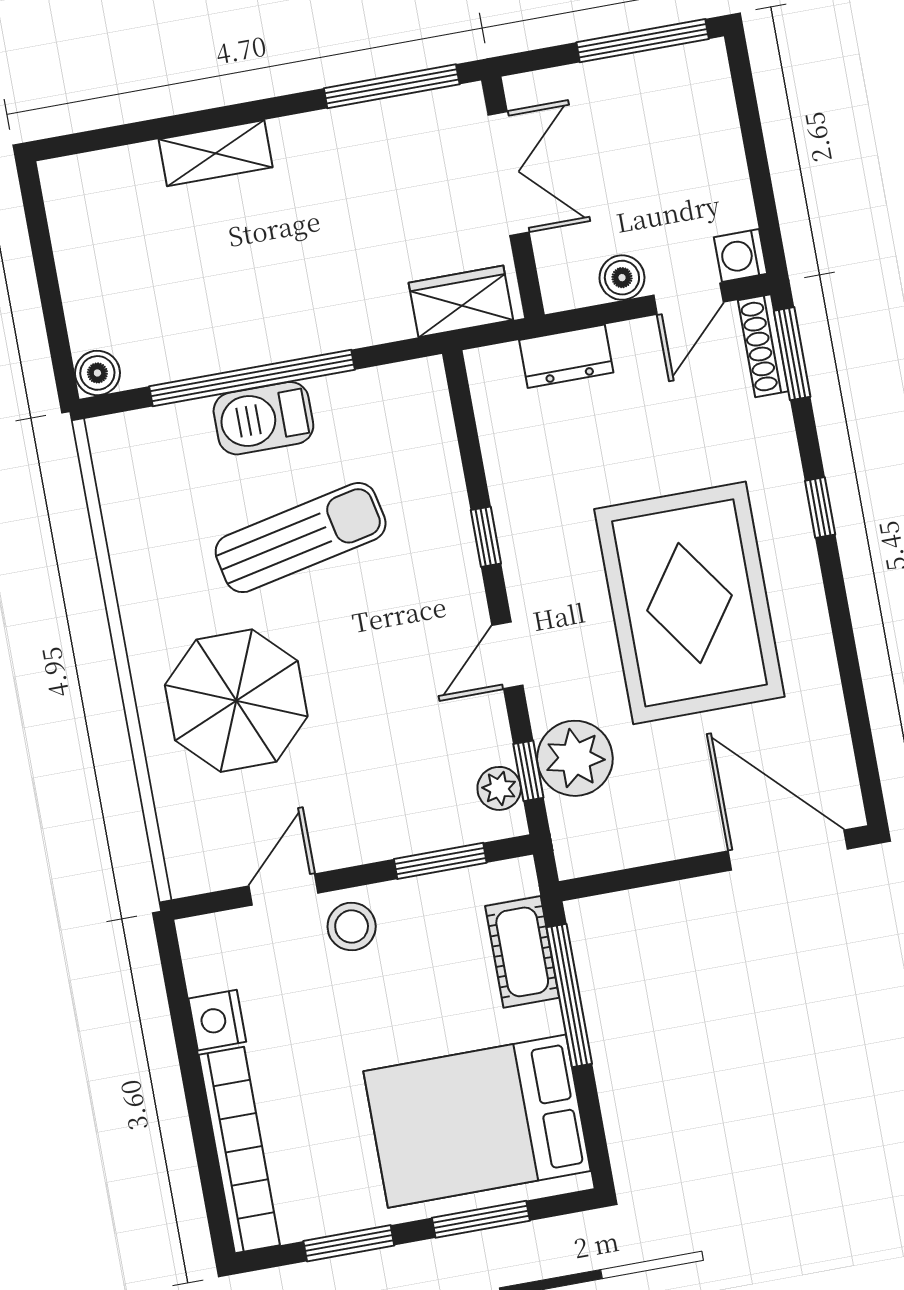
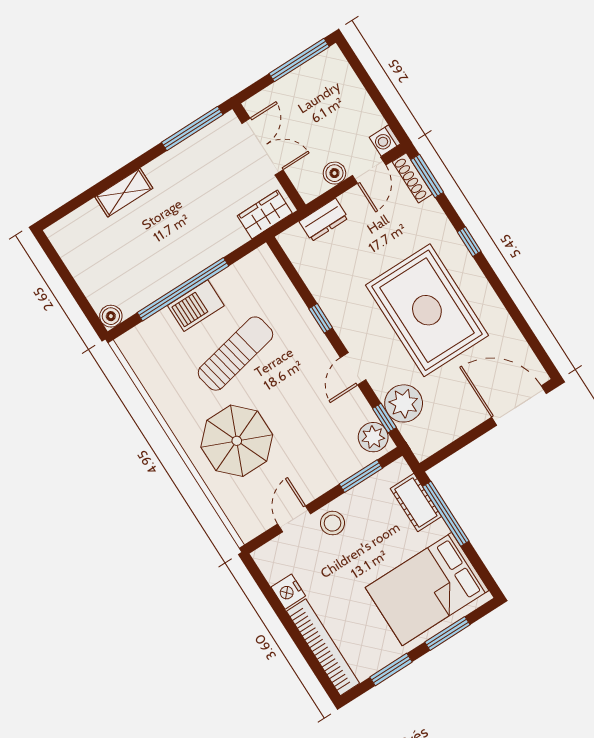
plant: (499, 788) -> (373, 437), width x1.38, depth x1.38

